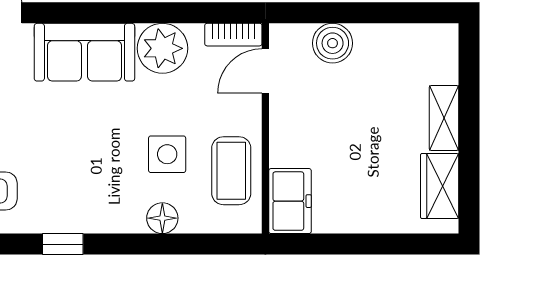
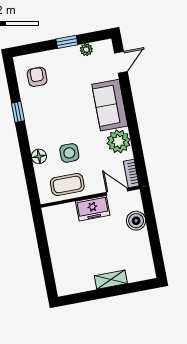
wardrobe: (440, 186) -> (79, 284), removed
freezer: (290, 201) -> (93, 208), moved

